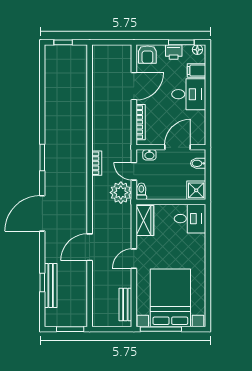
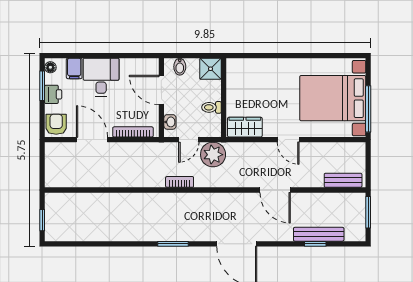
armchair: (147, 55) -> (56, 124), turned -90
toilet: (141, 191) -> (211, 107), moved
desk: (190, 219) -> (243, 76), removed
bench: (125, 305) -> (343, 180), moved

